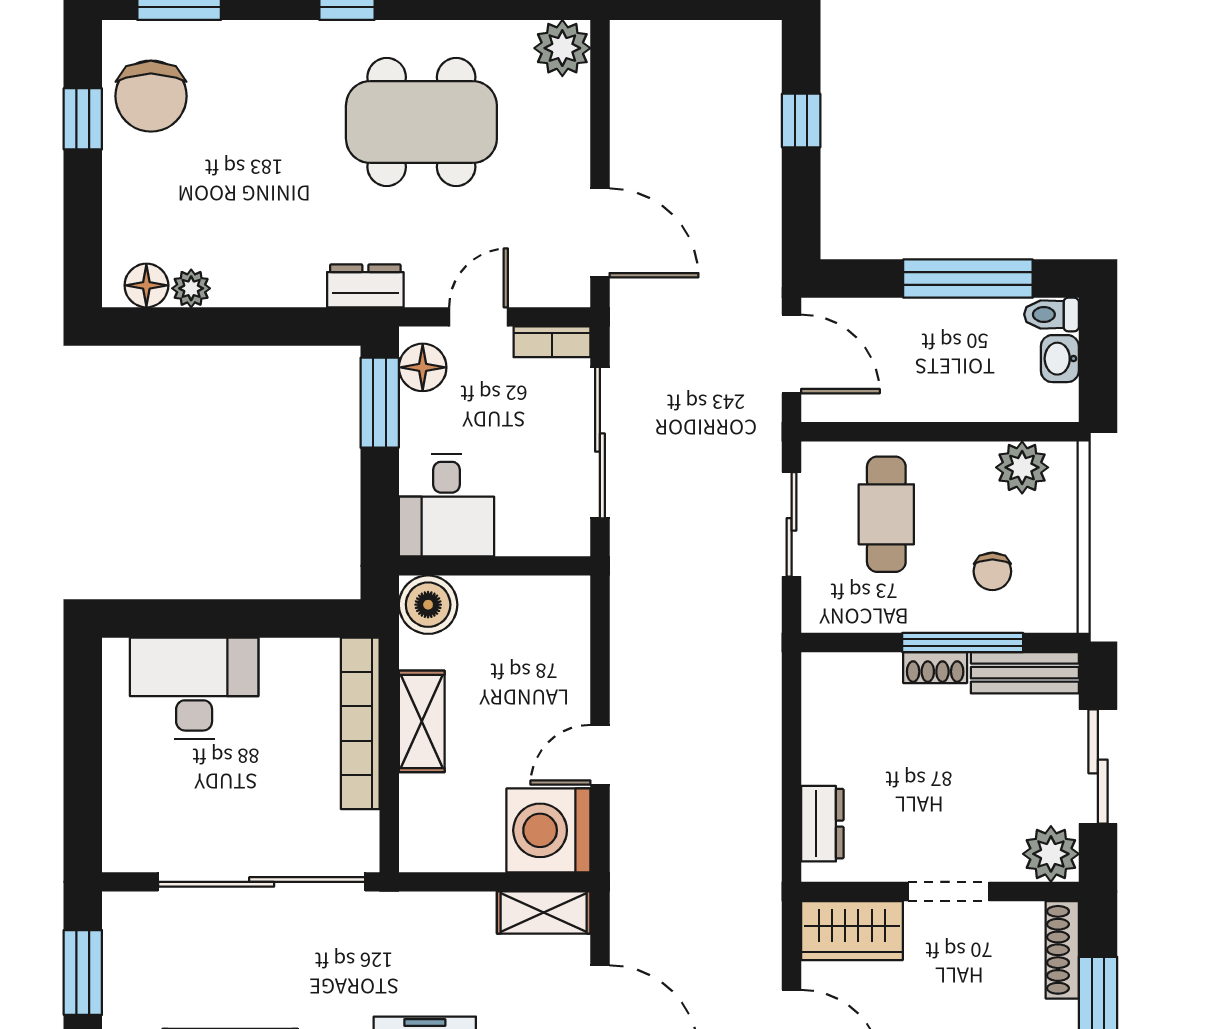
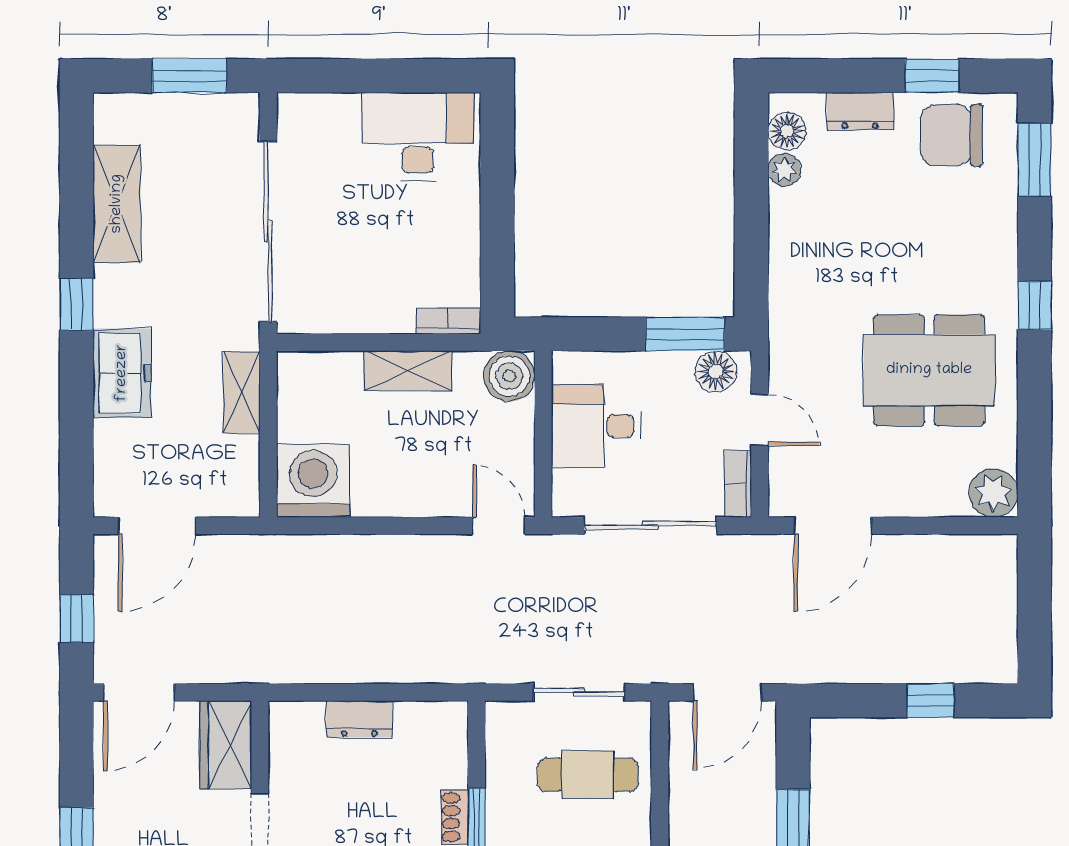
dining table: (421, 122) -> (929, 370), turned 90
dresser: (365, 286) -> (860, 111), moved, turned 90
desk: (447, 505) -> (596, 426), moved
desk: (194, 688) -> (418, 136), moved, turned -90
bookcase: (360, 723) -> (448, 321), width x0.43, depth x0.76
door: (600, 755) -> (499, 526), moved
dresser: (822, 824) -> (359, 719), moved
shelving: (544, 913) -> (242, 392), moved

